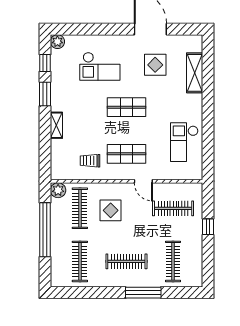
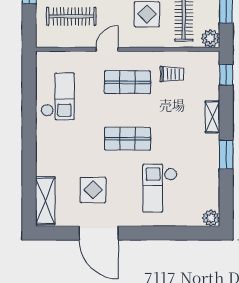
window: (45, 63) -> (226, 75), moved
checkout: (100, 66) -> (160, 188), turned -90
shelving: (195, 73) -> (45, 201), moved
door: (143, 181) -> (107, 49), hinge flipped

